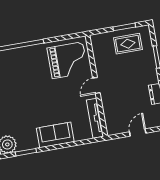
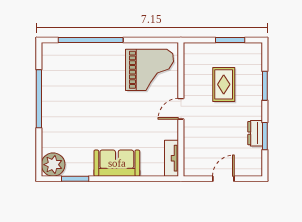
rug: (128, 44) -> (224, 84), moved, turned 90
tv unit: (95, 118) -> (172, 158), width x0.71

